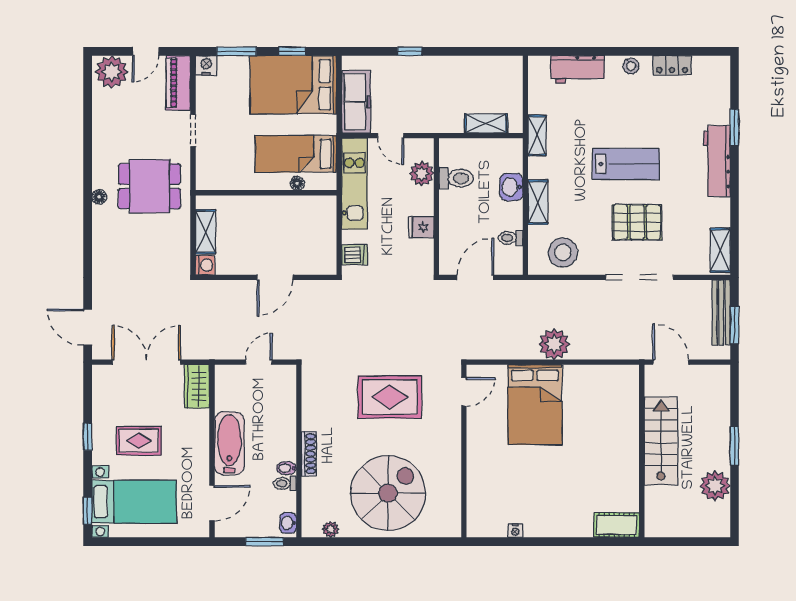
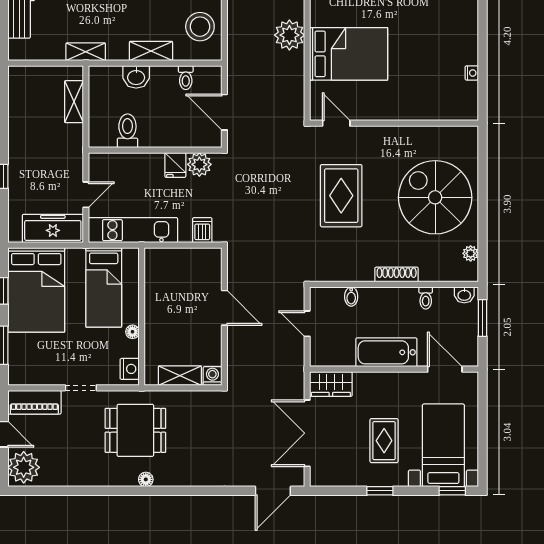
nightstand: (206, 65) -> (130, 369), moved, turned 180
plant: (422, 173) -> (199, 164), moved
floor lamp: (297, 183) -> (132, 332), moved
dining table: (149, 186) -> (135, 430), turned 90
bidet: (286, 468) -> (351, 297), moved

